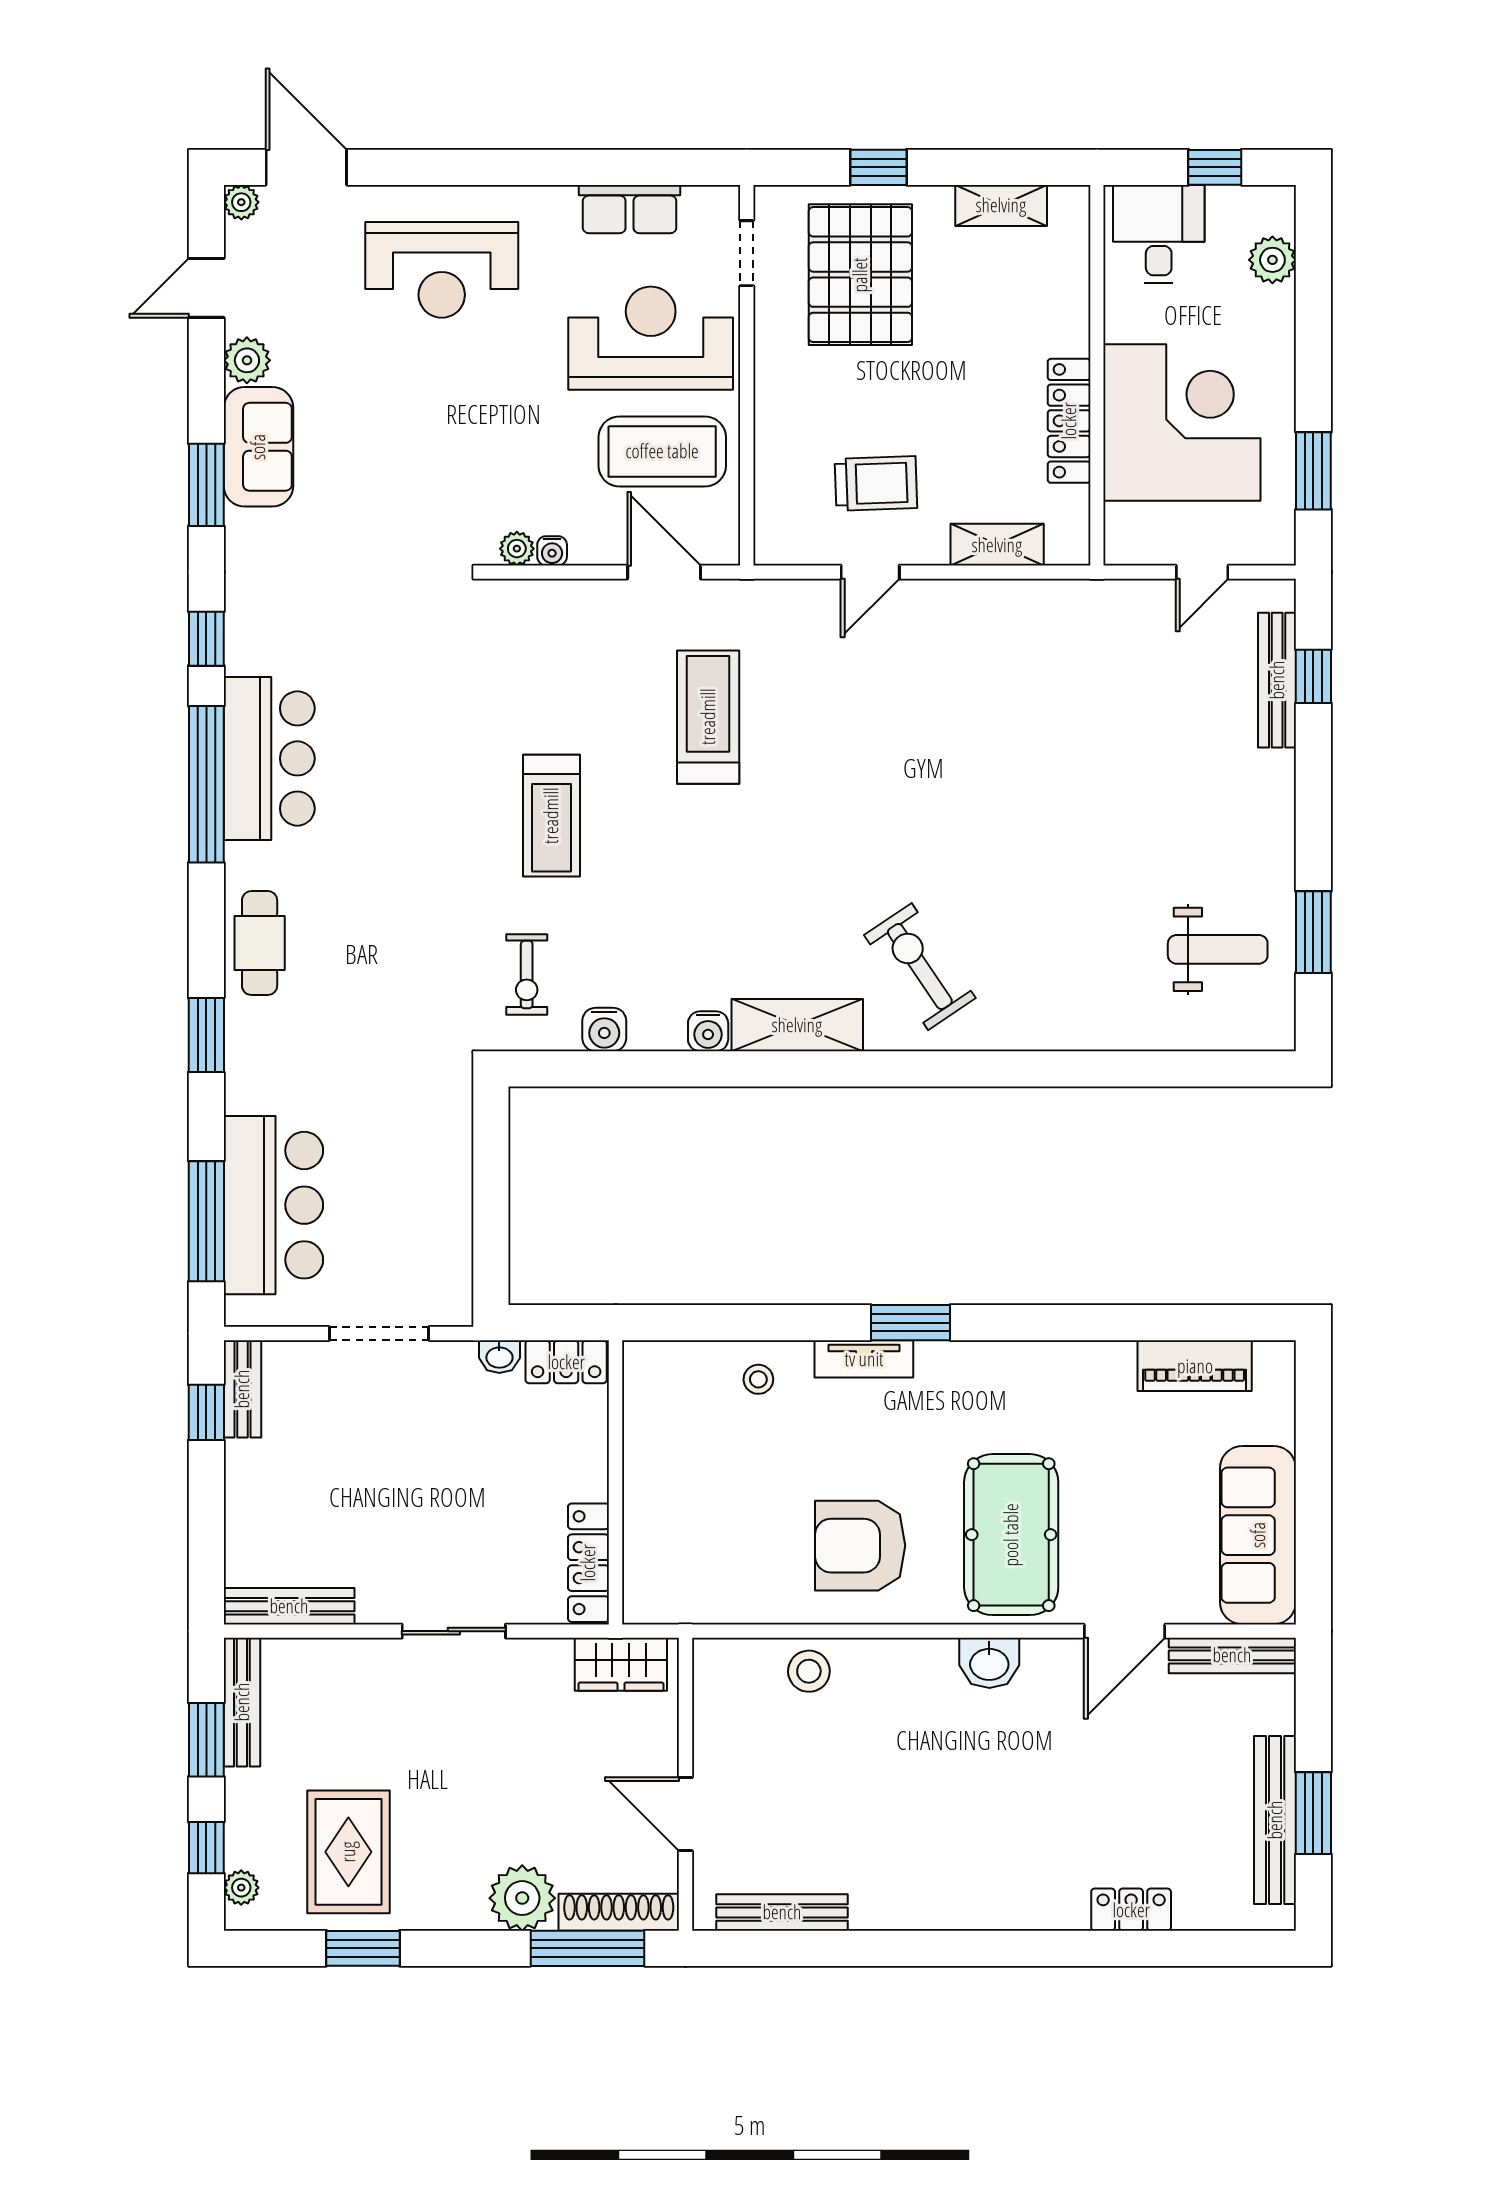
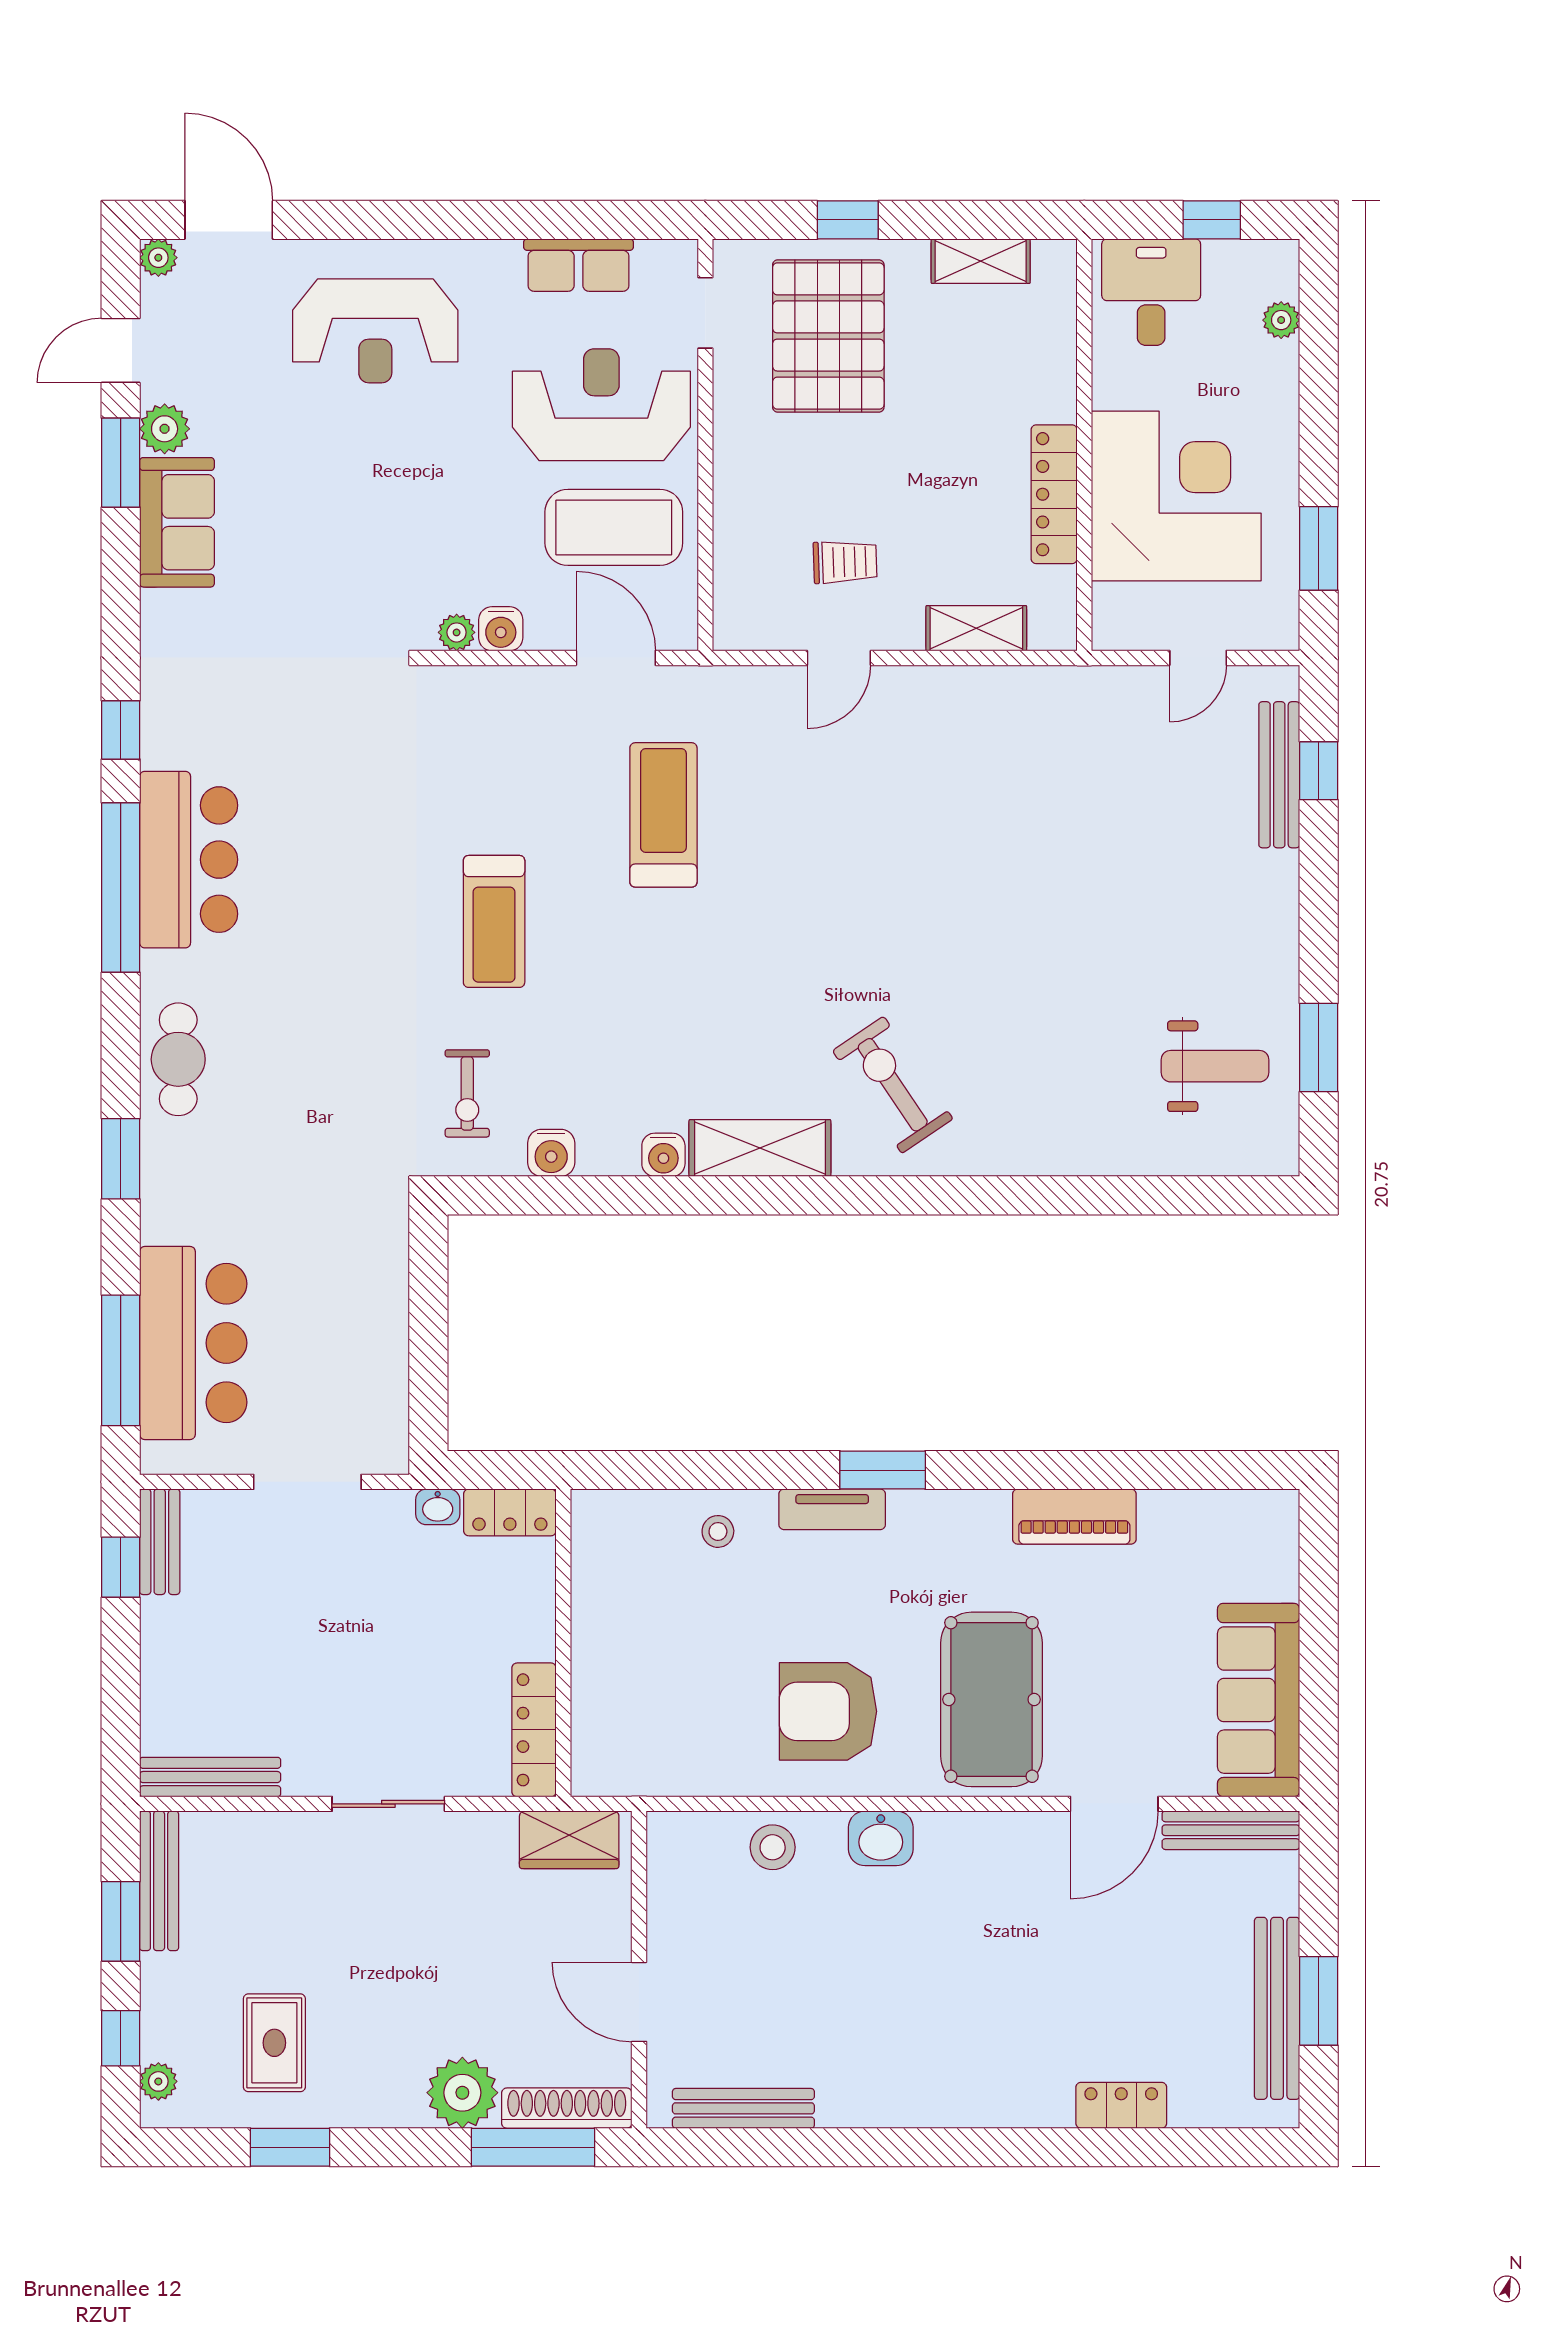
plant: (1272, 260) -> (1281, 320), width x0.73, depth x0.73
trolley: (876, 483) -> (845, 562), width x0.73, depth x0.72
window: (206, 485) -> (121, 463), moved
water cooler: (552, 551) -> (501, 629), width x1.38, depth x1.38
piano: (1195, 1366) -> (1074, 1517), moved
washbasin: (989, 1663) -> (881, 1838), moved
rug: (348, 1852) -> (274, 2043), width x0.73, depth x0.70

